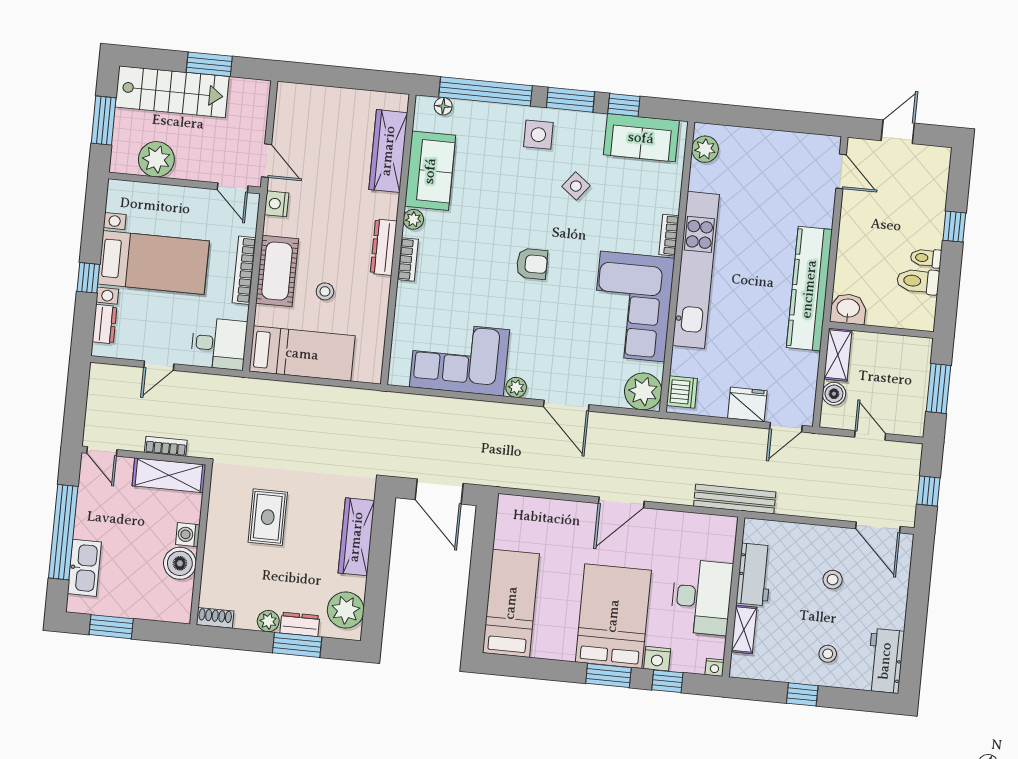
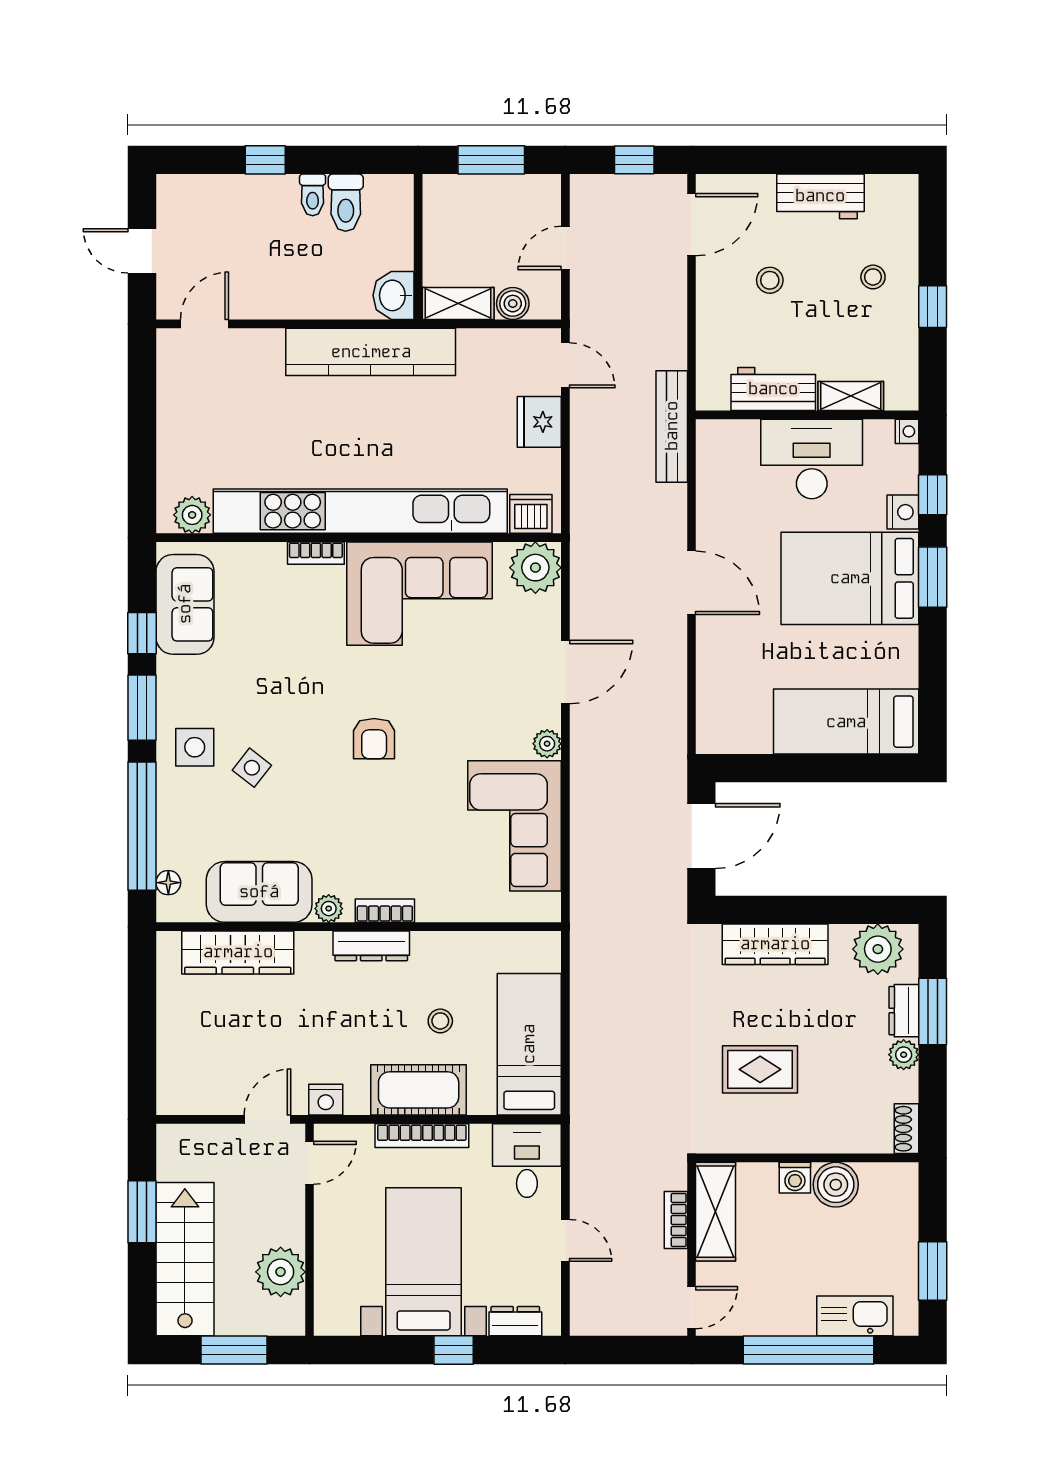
side table: (576, 186) -> (252, 768), moved
armchair: (532, 264) -> (374, 739), turned 180
kitchen unit: (696, 270) -> (360, 511), width x1.36
workbench: (885, 661) -> (820, 196), moved

